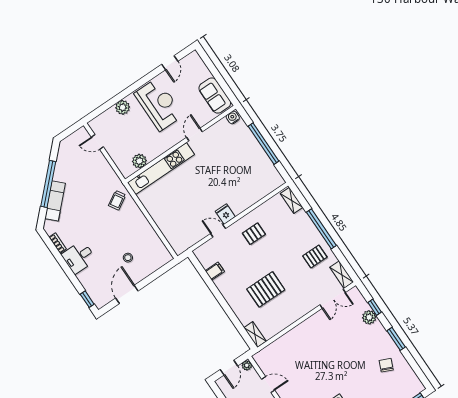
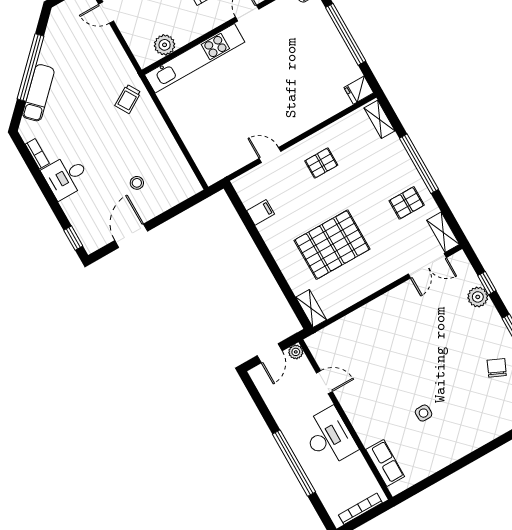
fridge: (225, 214) -> (359, 90), moved, turned -90
pallet: (266, 289) -> (332, 245), width x1.37, depth x1.41

